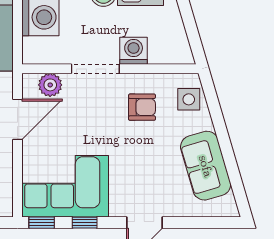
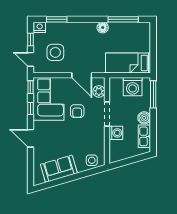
armchair: (142, 107) -> (77, 111), moved

